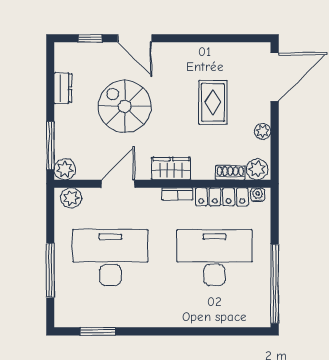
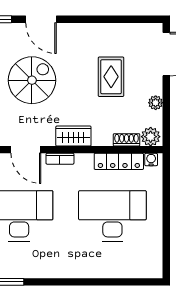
spiral stairs: (125, 106) -> (32, 80), turned 90
door: (118, 184) -> (26, 150), swing flipped
bookcase: (177, 194) -> (60, 159), moved
window: (275, 284) -> (166, 239), removed

